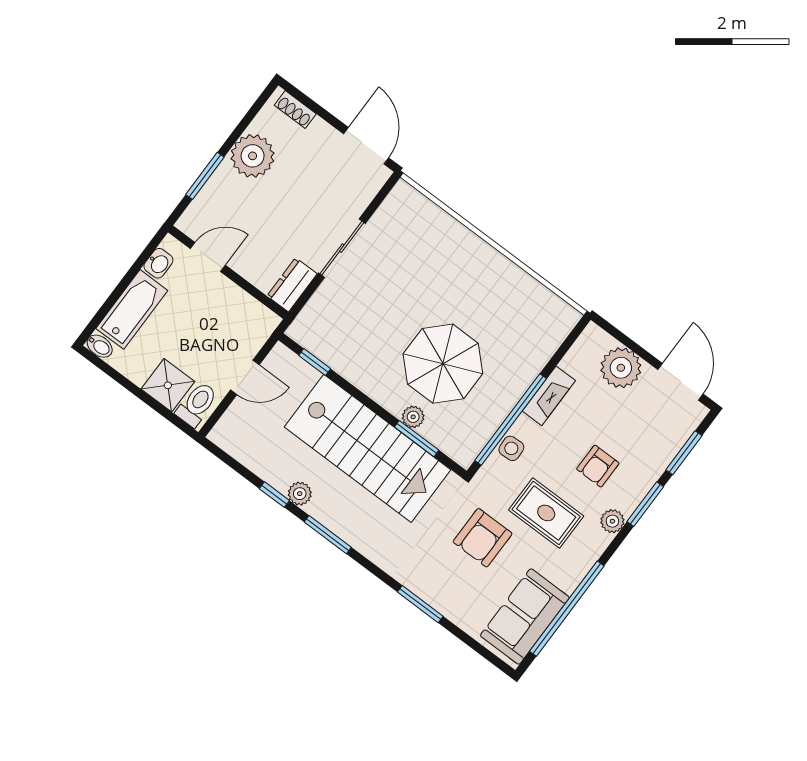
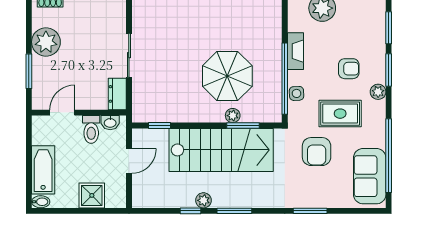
washbasin: (158, 263) -> (110, 123), moved, turned 90
toilet: (197, 404) -> (91, 129), moved, turned 180
armchair: (598, 466) -> (349, 69), turned -90

